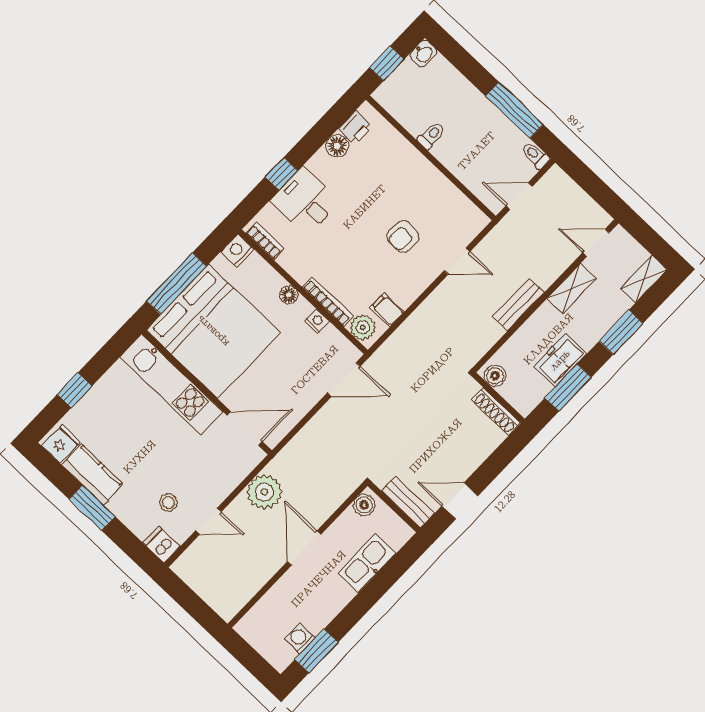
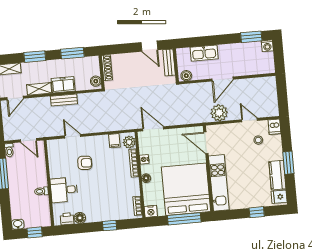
desk: (305, 201) -> (64, 190), moved, turned 90
door: (596, 243) -> (15, 98), hinge flipped
freezer: (560, 360) -> (63, 85), moved, turned 180
washing machine: (300, 638) -> (267, 46), moved

